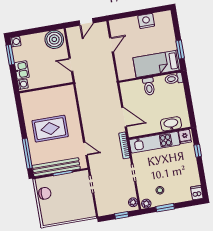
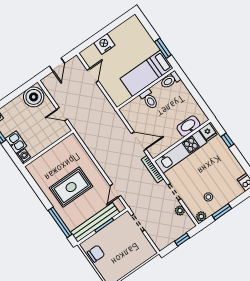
nightstand: (146, 21) -> (104, 44), moved
door: (85, 149) -> (115, 191), swing flipped
plant: (133, 202) -> (180, 211), moved

